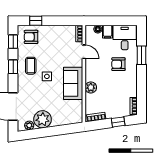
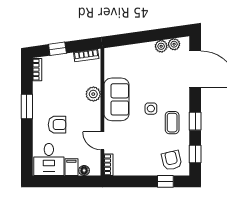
armchair: (31, 37) -> (172, 160), turned -103
window: (141, 55) -> (27, 107), moved
plant: (43, 119) -> (161, 46), width x0.53, depth x0.53

